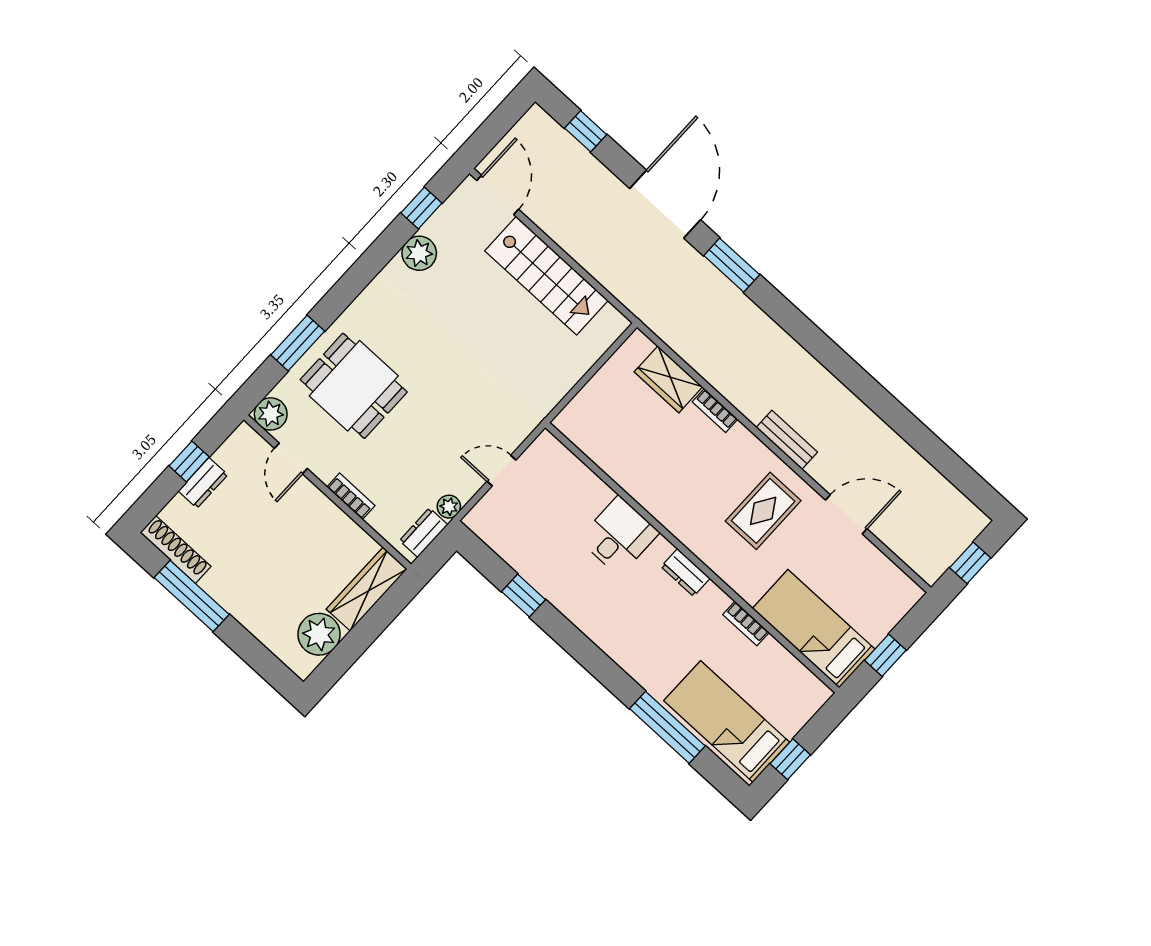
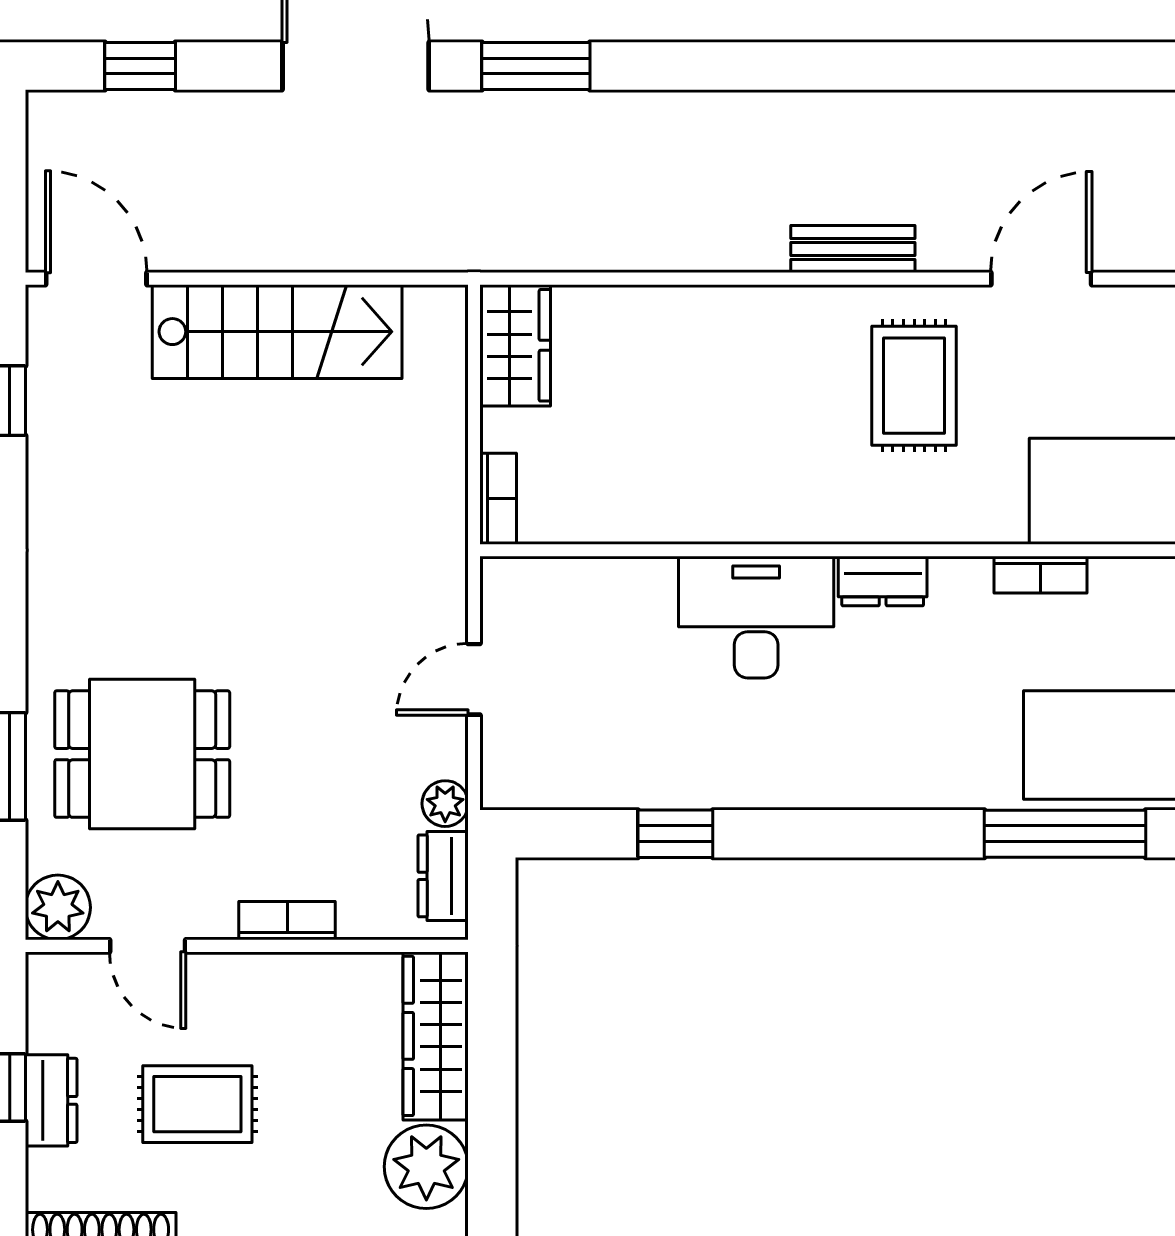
plant: (419, 253) -> (60, 470), removed
wardrobe: (668, 379) -> (515, 345), moved, turned -90
bookcase: (715, 411) -> (498, 499), moved, turned -90
rug: (256, 534) -> (197, 1104), added
desk: (619, 536) -> (756, 617), width x1.37

